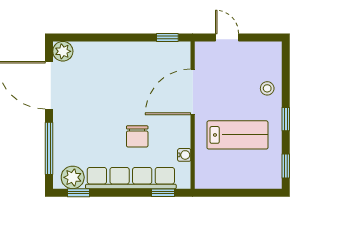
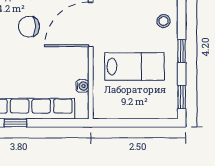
chair: (137, 136) -> (29, 27), moved, turned 90
window: (163, 193) -> (15, 123), moved

